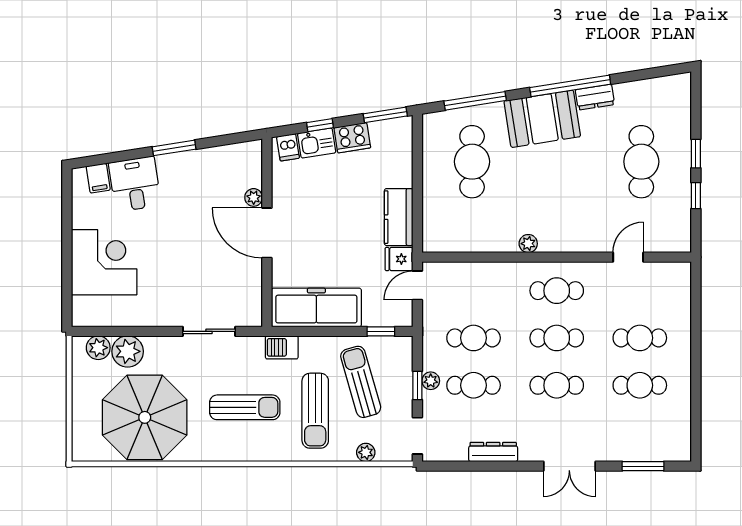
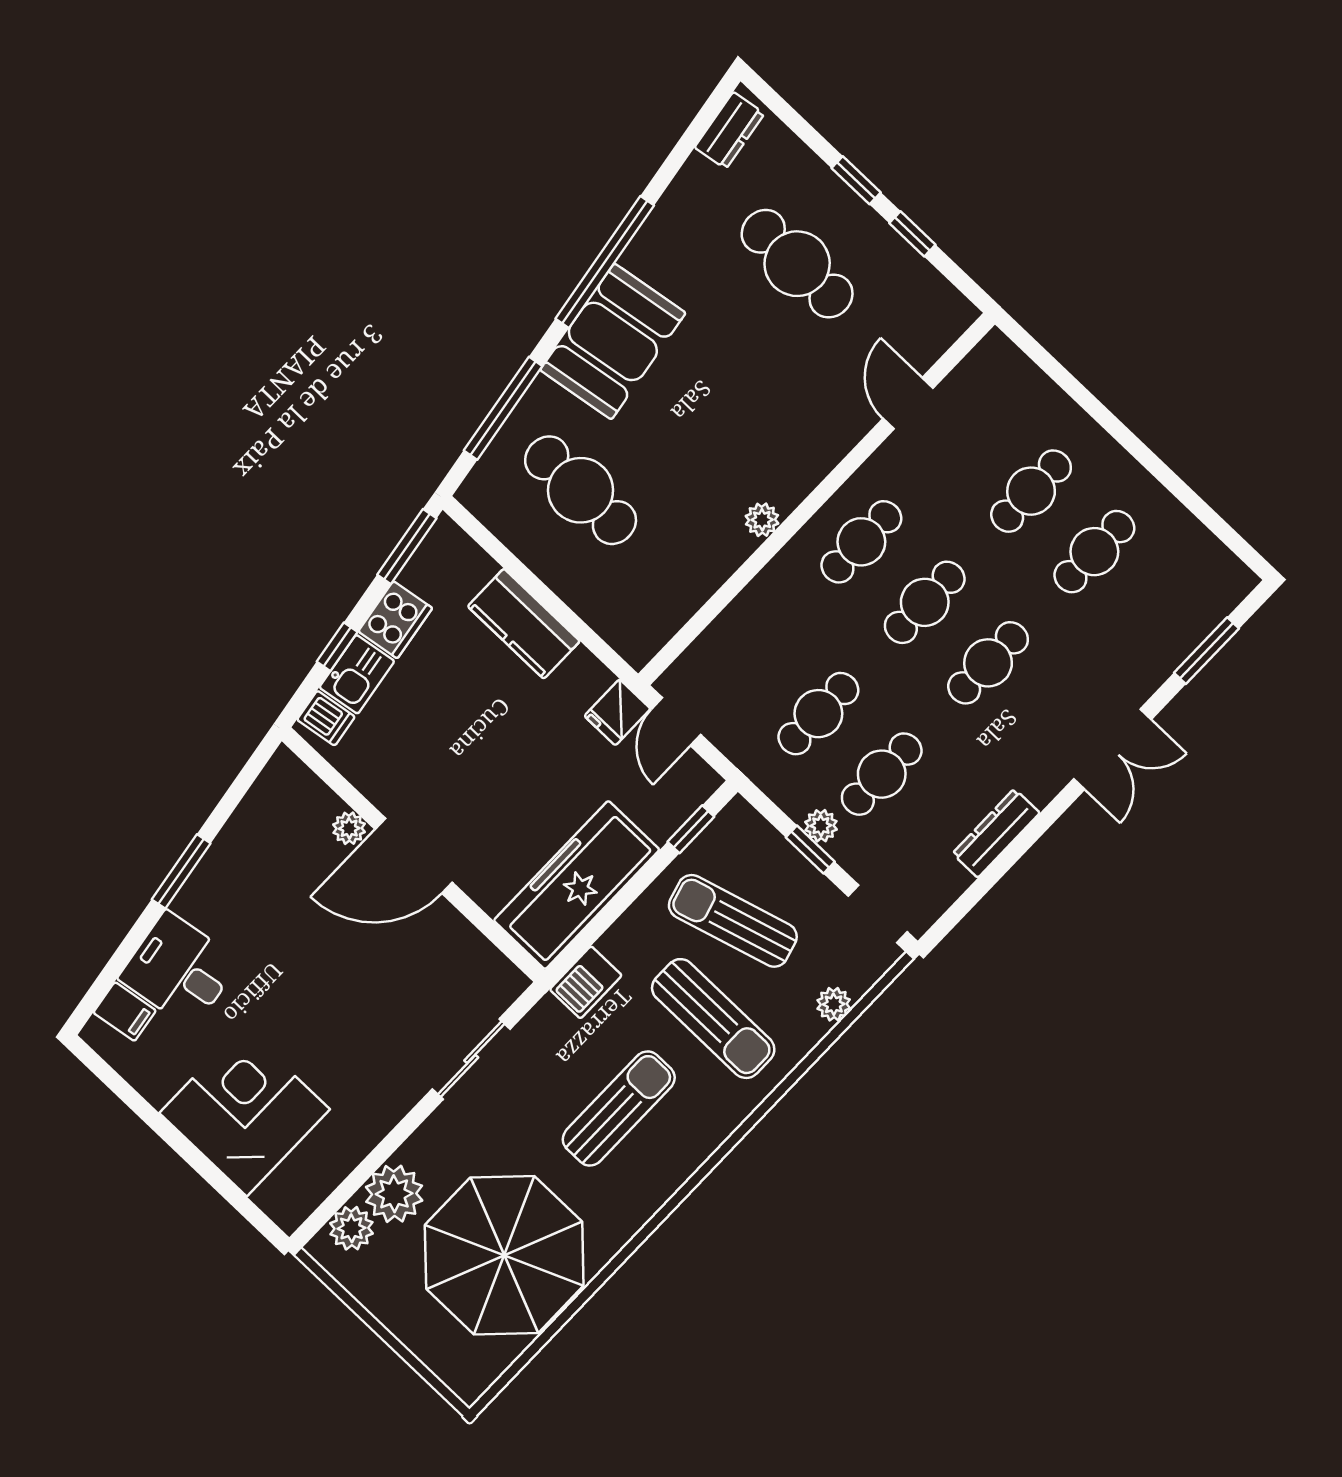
dresser: (595, 97) -> (730, 131), moved
kitchen counter: (399, 217) -> (524, 624), moved

